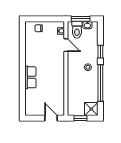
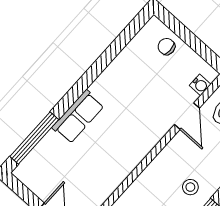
window: (22, 97) -> (34, 138), added

